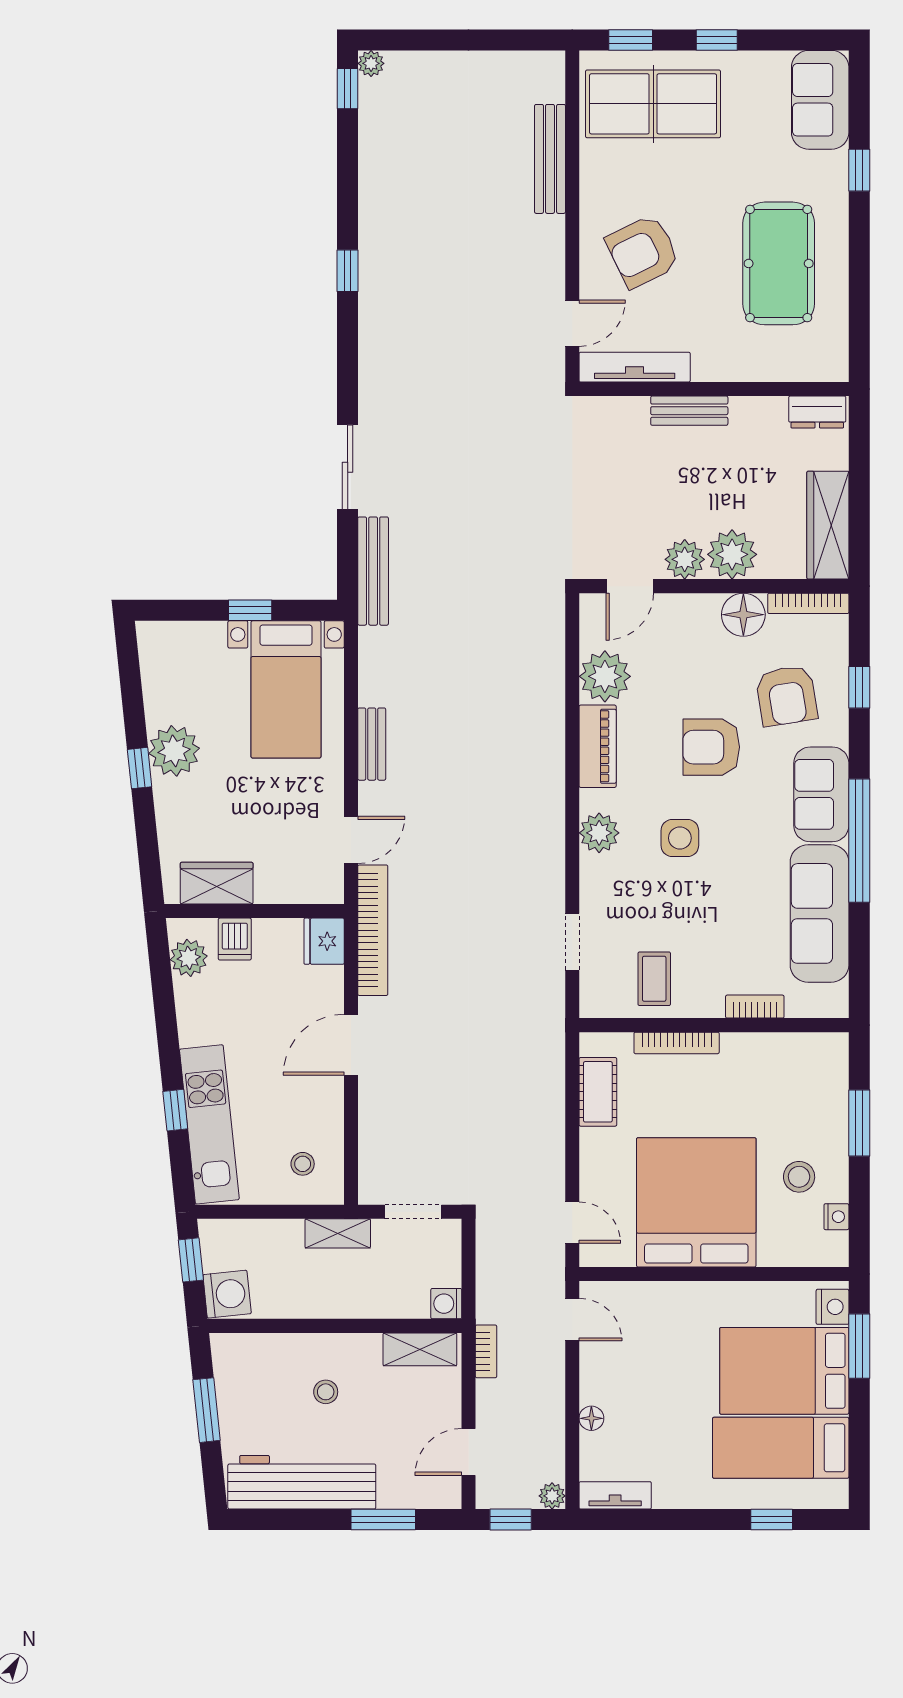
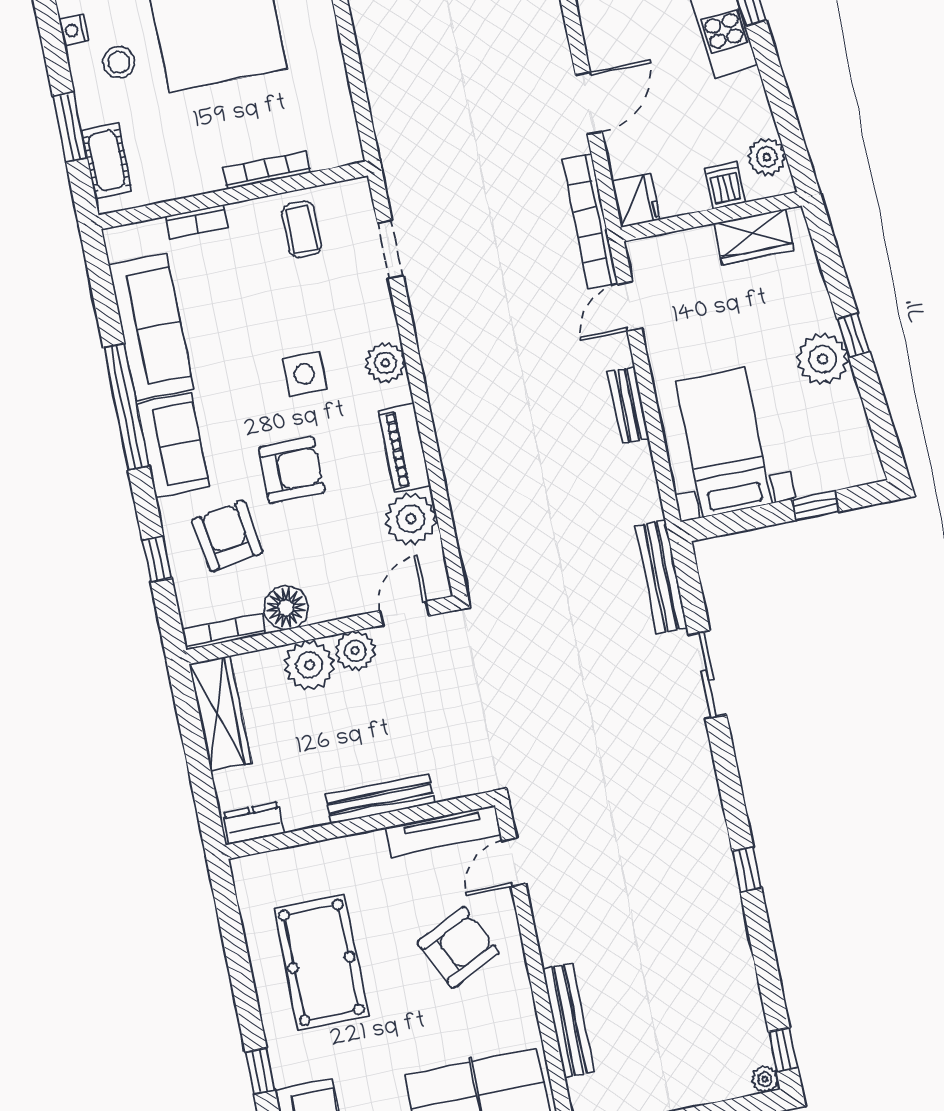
bench: (689, 411) -> (380, 799), width x1.36
window: (250, 610) -> (816, 505), moved
cot: (598, 1092) -> (107, 160), moved

